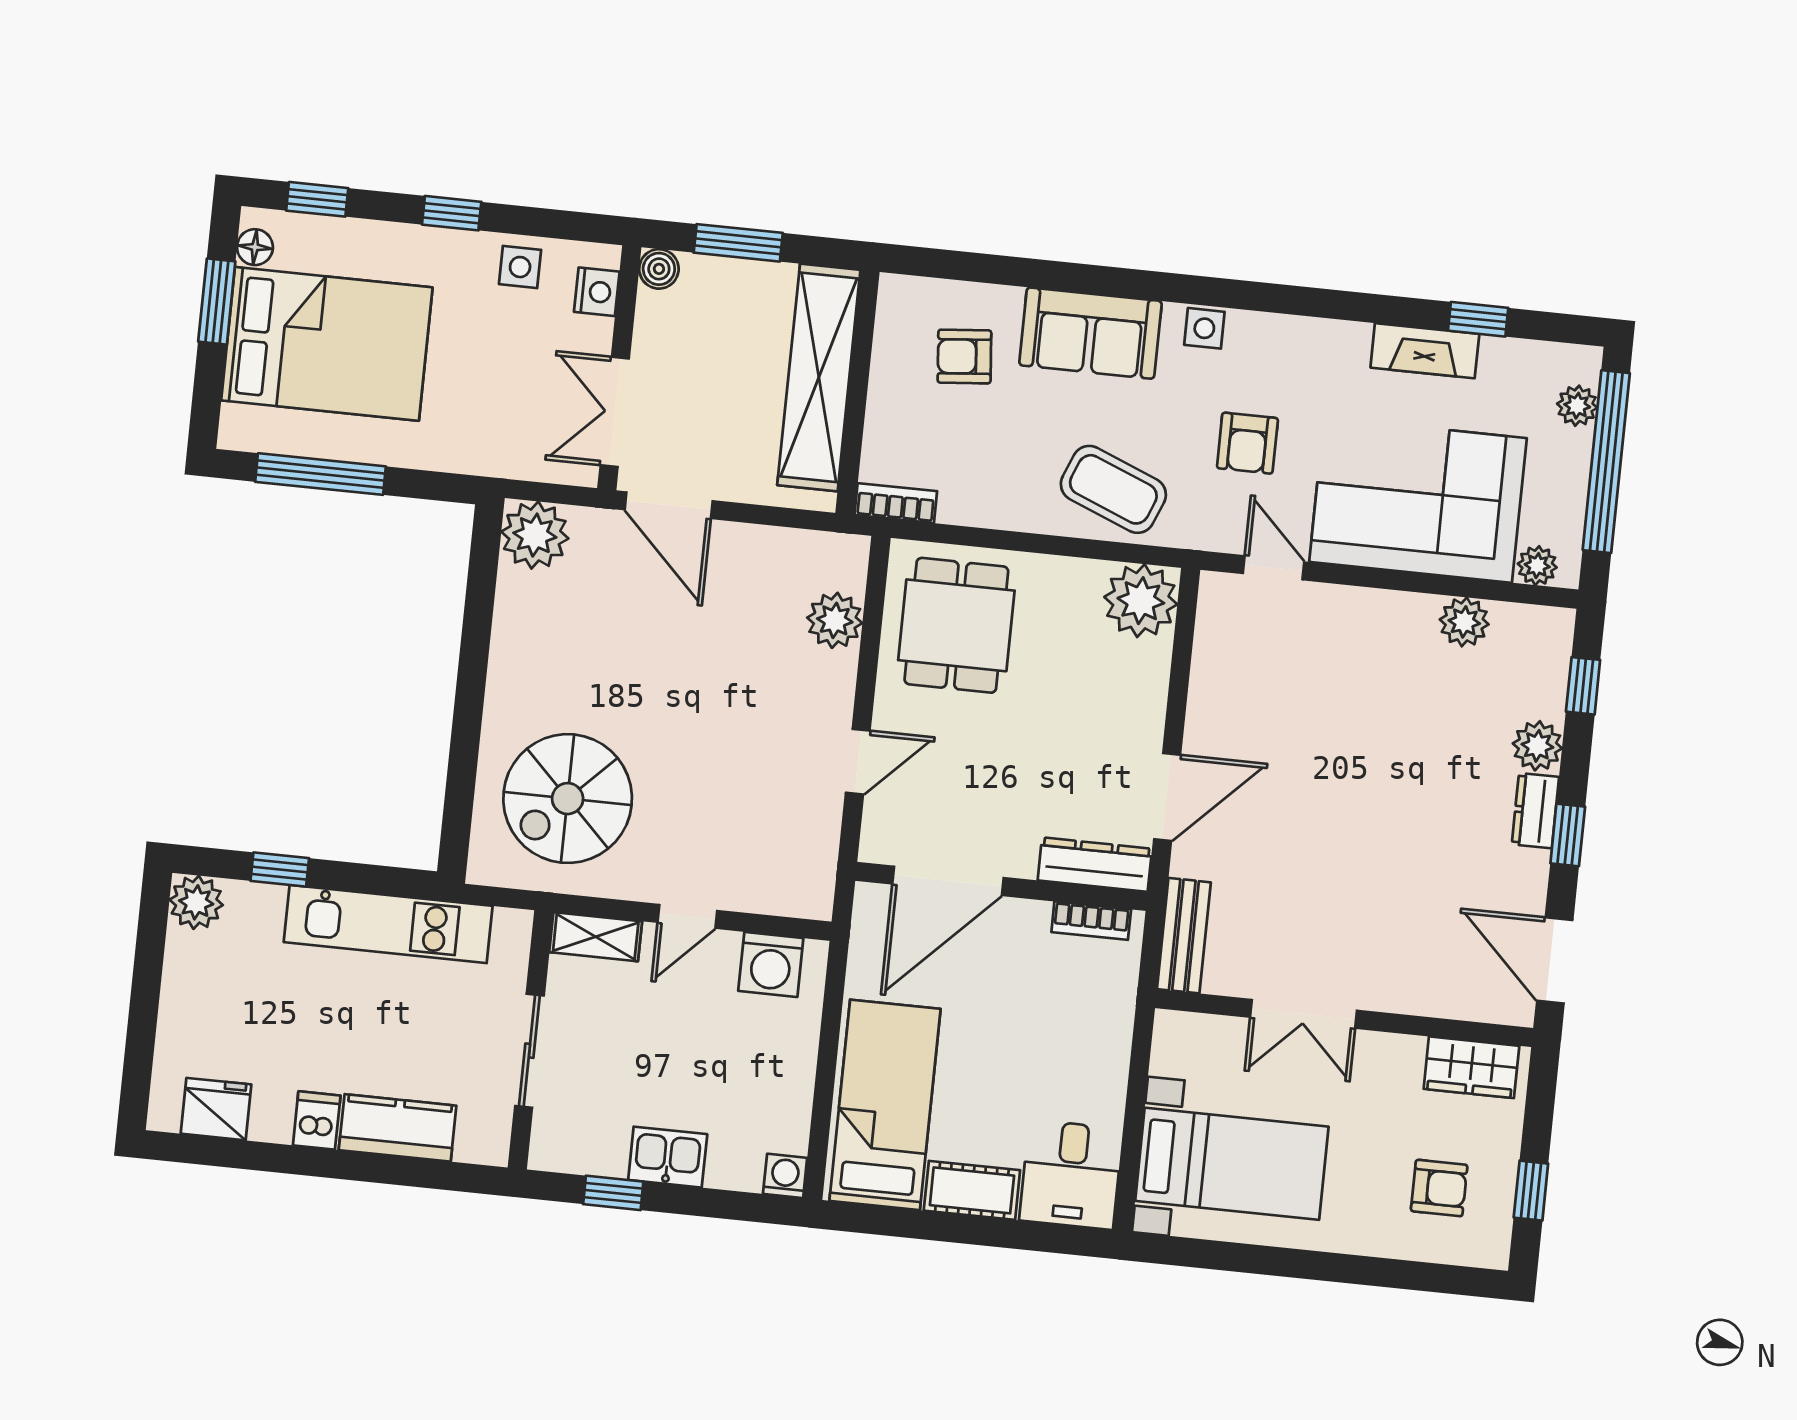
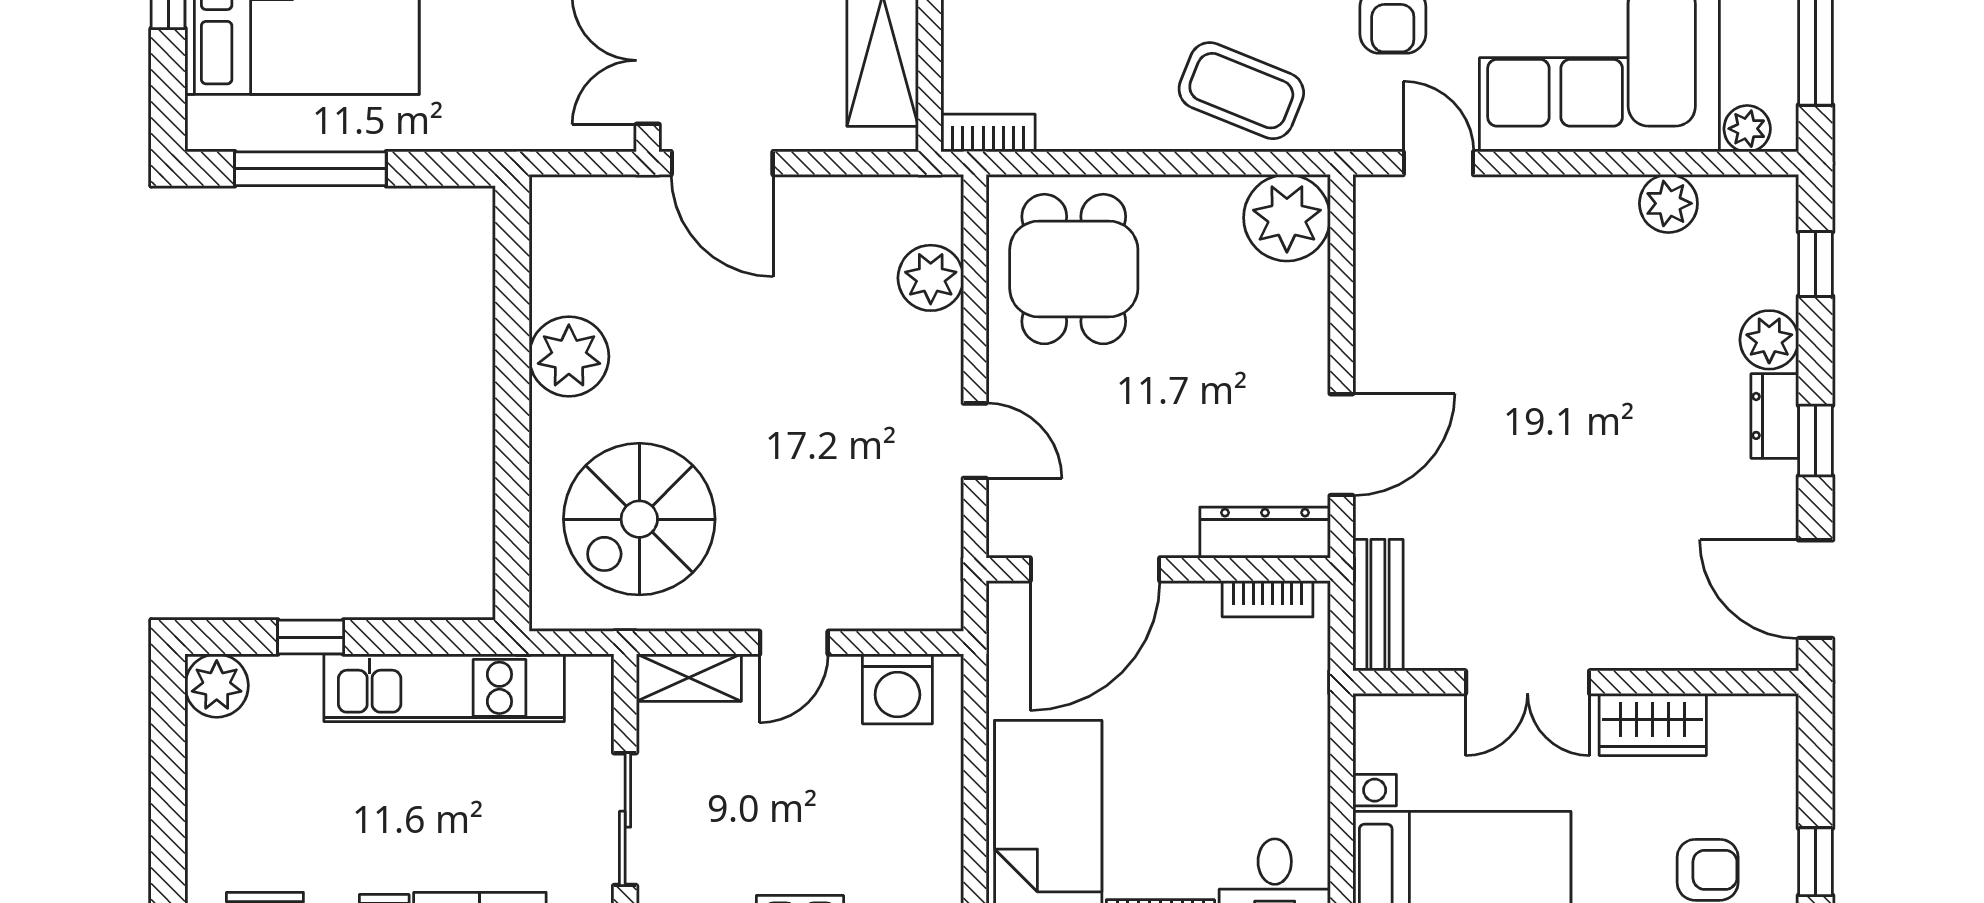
plant: (535, 535) -> (569, 356), moved
door: (858, 762) -> (975, 441), hinge flipped
wardrobe: (1471, 1067) -> (1653, 725), moved

